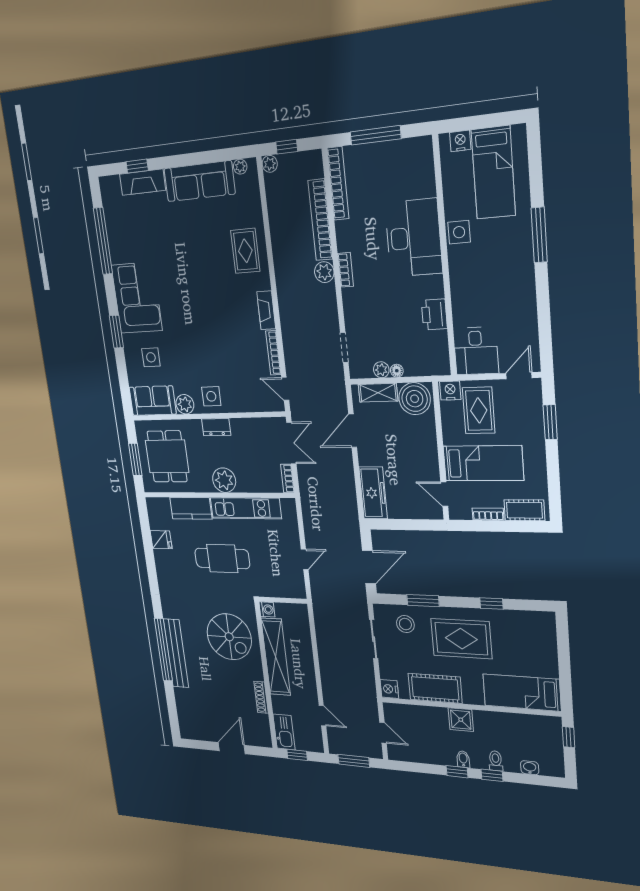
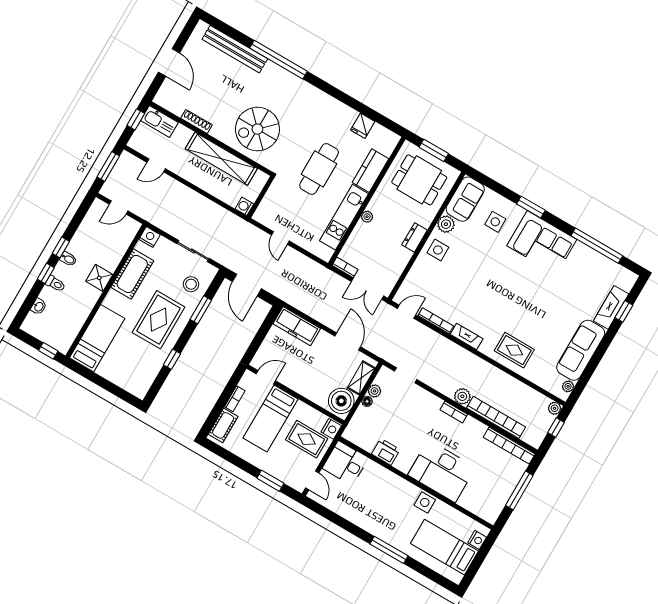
plant: (224, 480) -> (367, 217), width x0.53, depth x0.53
washing machine: (267, 609) -> (244, 206), moved, turned 90
bench: (176, 653) -> (235, 49), moved

